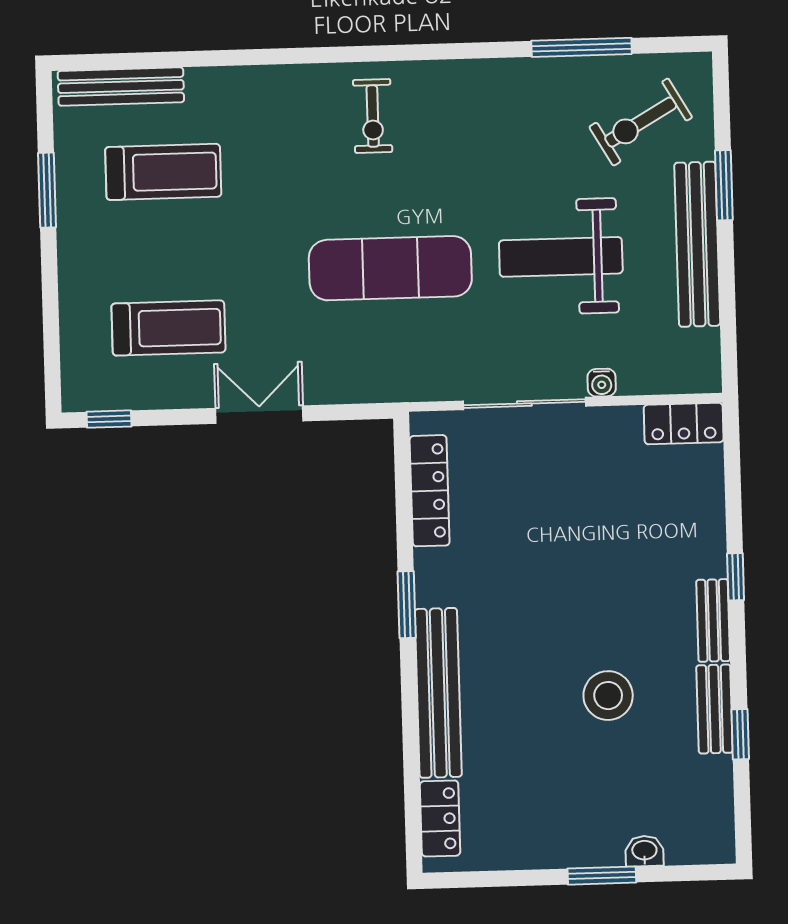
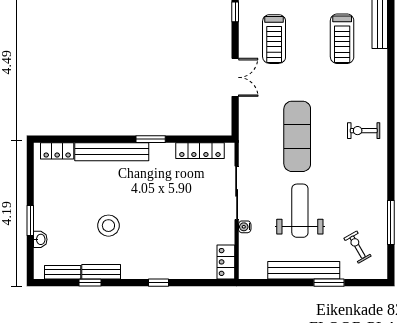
exercise bike: (641, 122) -> (358, 247), width x0.73, depth x0.72
bench: (713, 620) -> (63, 272), moved

